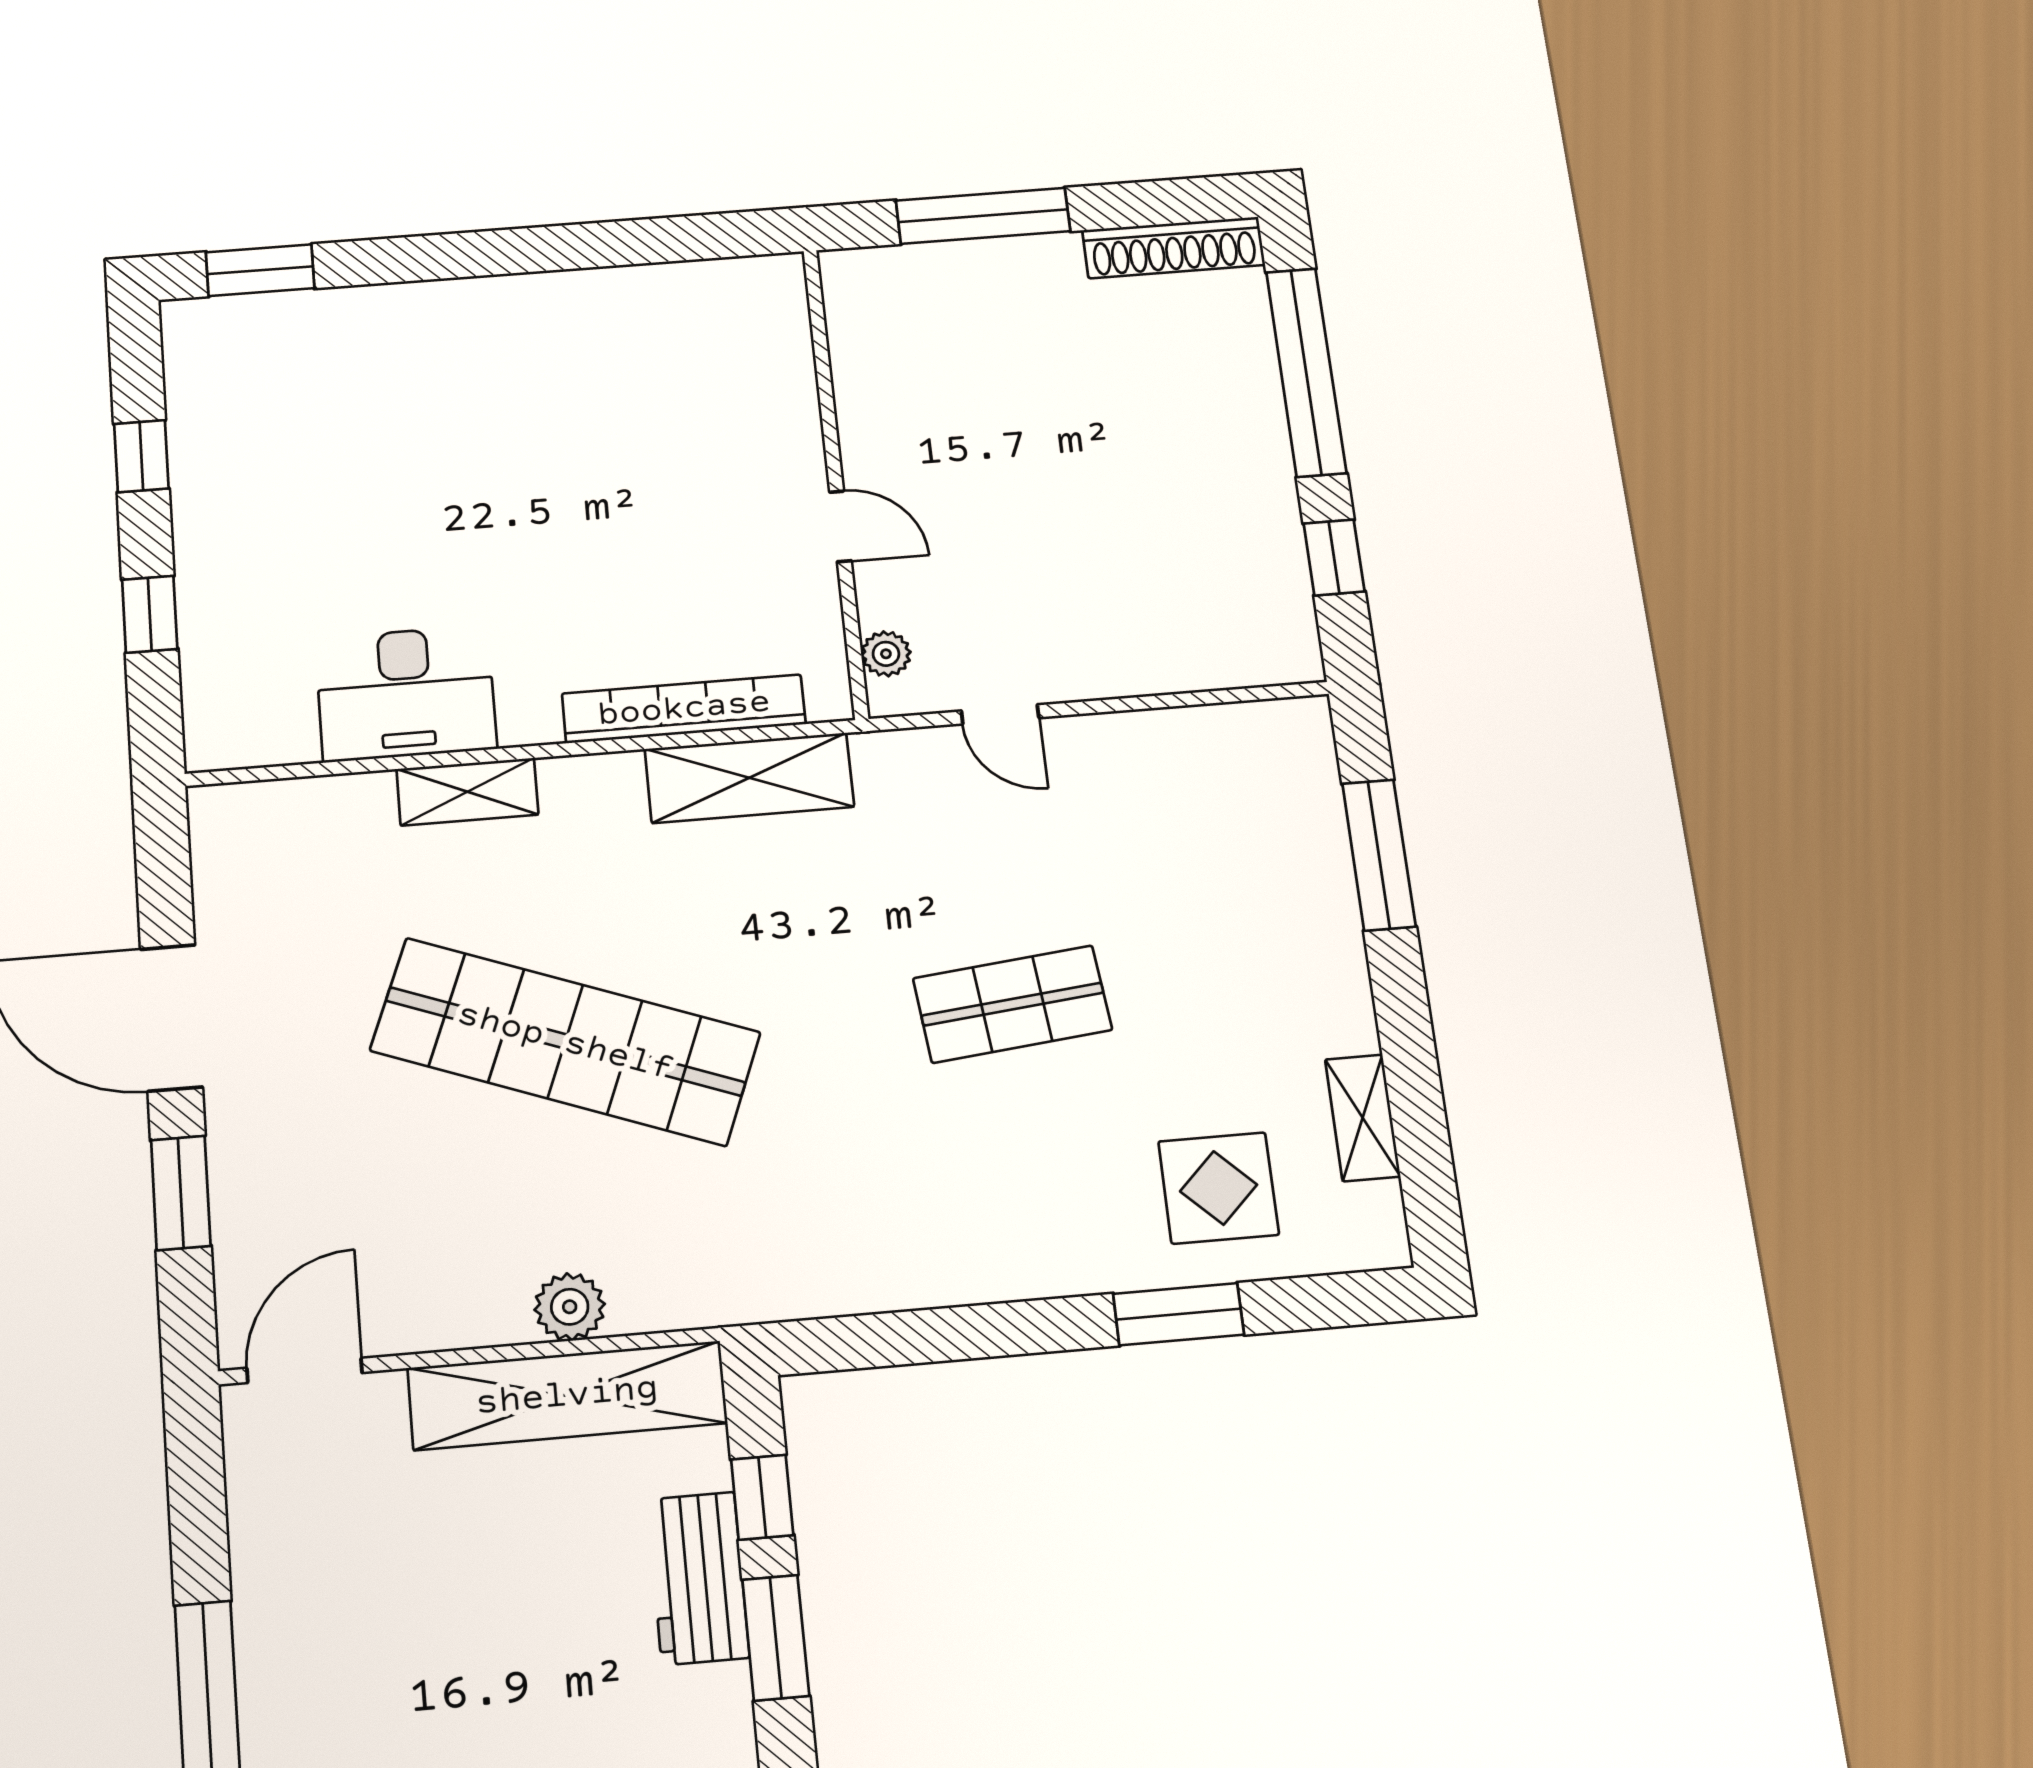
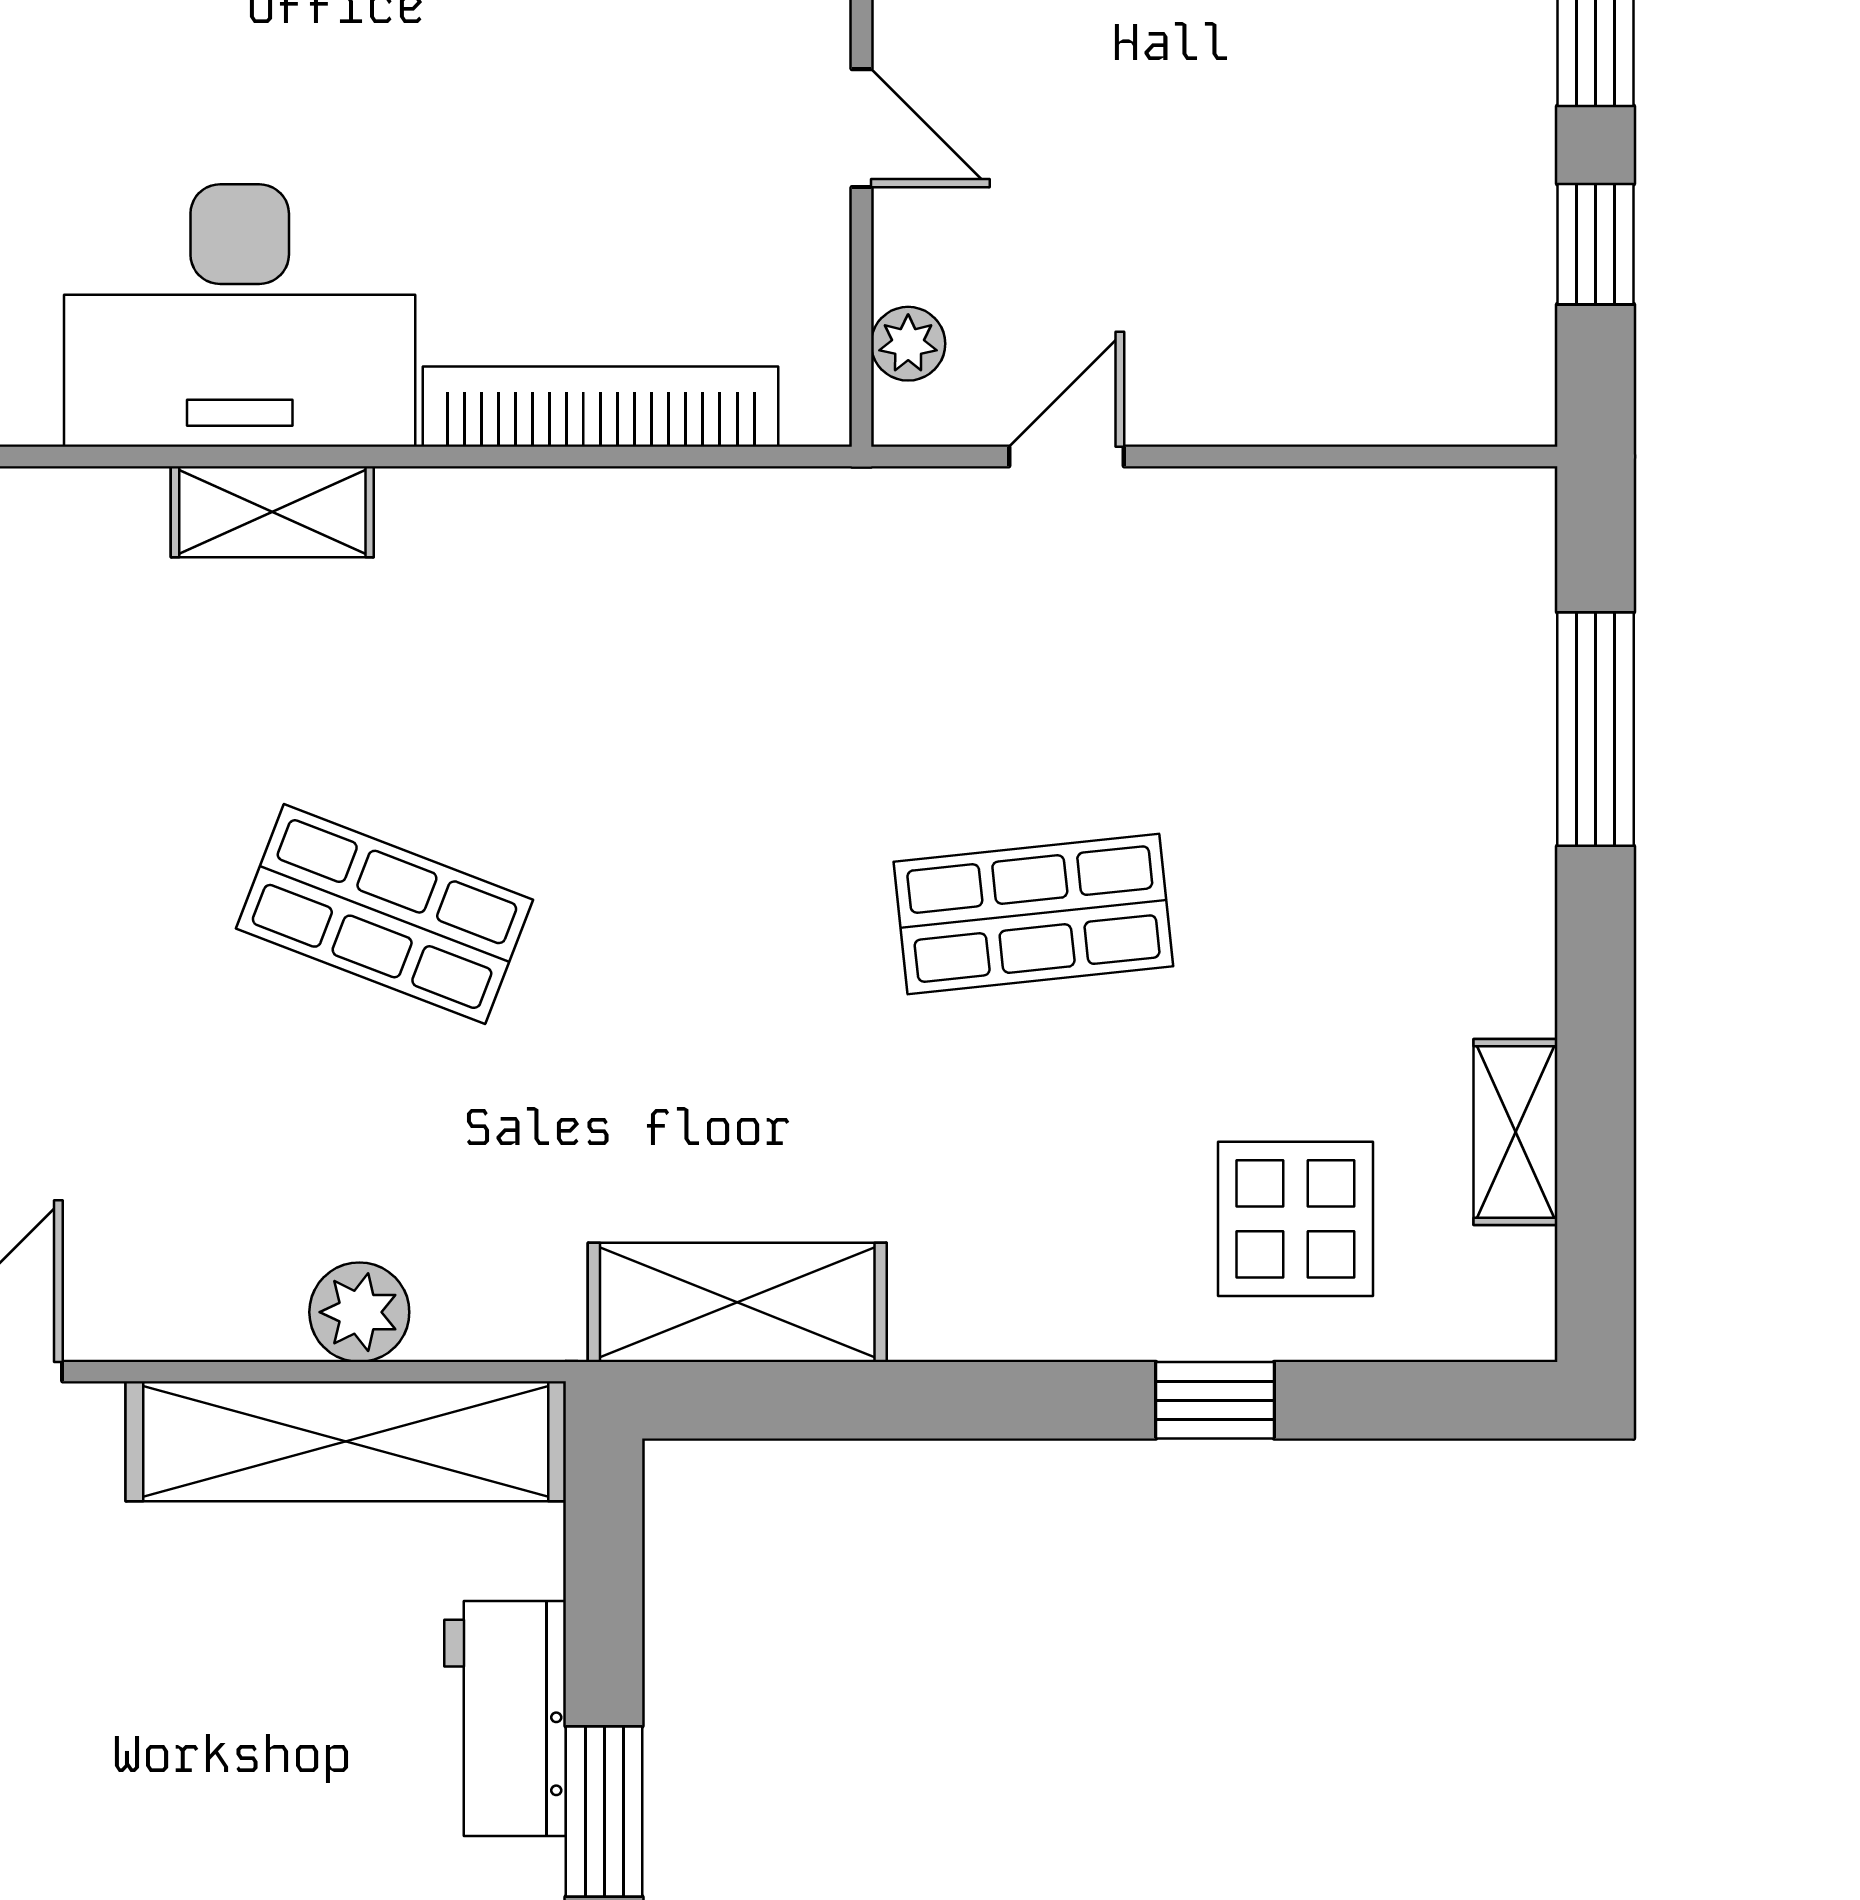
desk: (406, 693) -> (240, 316), width x1.36, depth x1.30
door: (1000, 714) -> (1066, 456), swing flipped
shelving: (749, 778) -> (737, 1302), moved
shop shelf: (565, 1042) -> (385, 914), width x0.50, depth x0.74
window: (1178, 1314) -> (1215, 1400), width x0.67
window: (762, 1497) -> (604, 1612), removed

